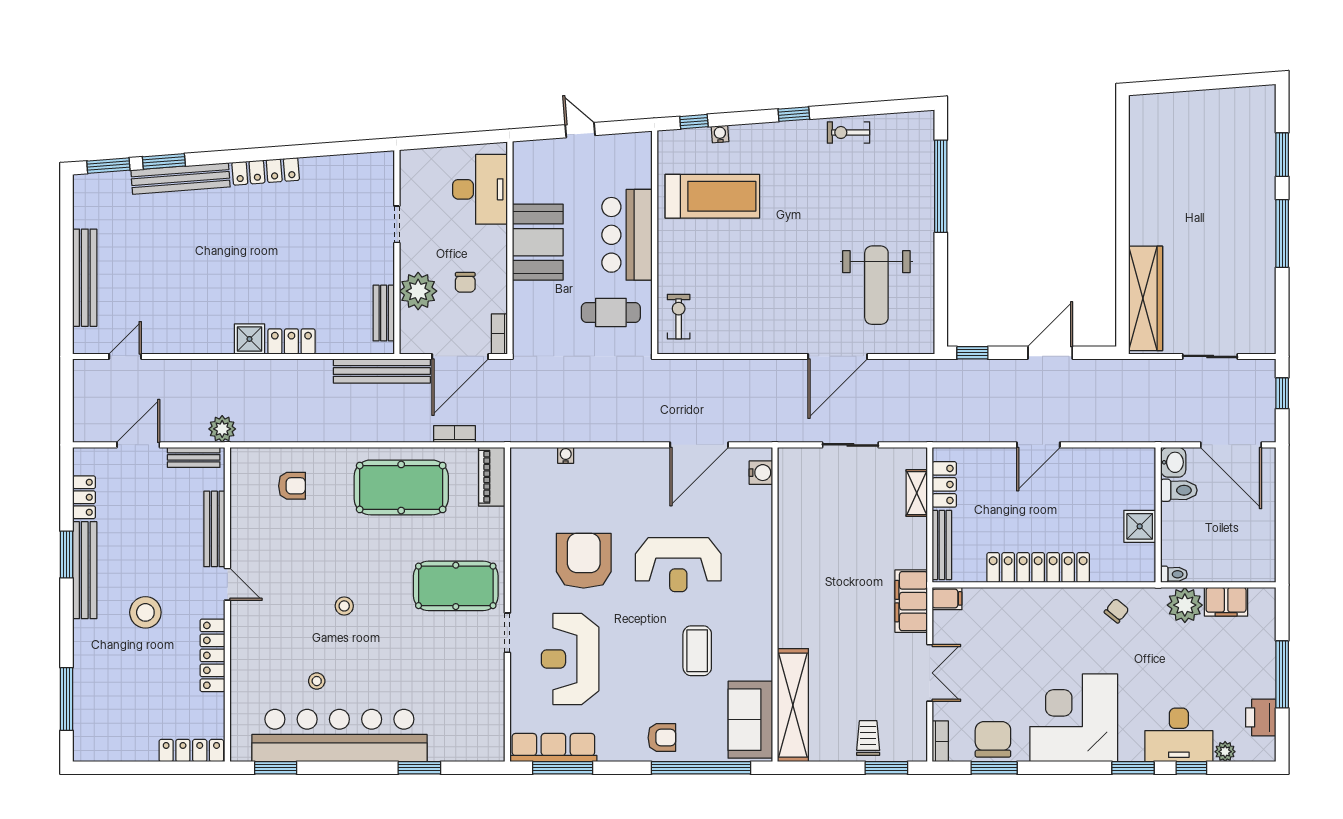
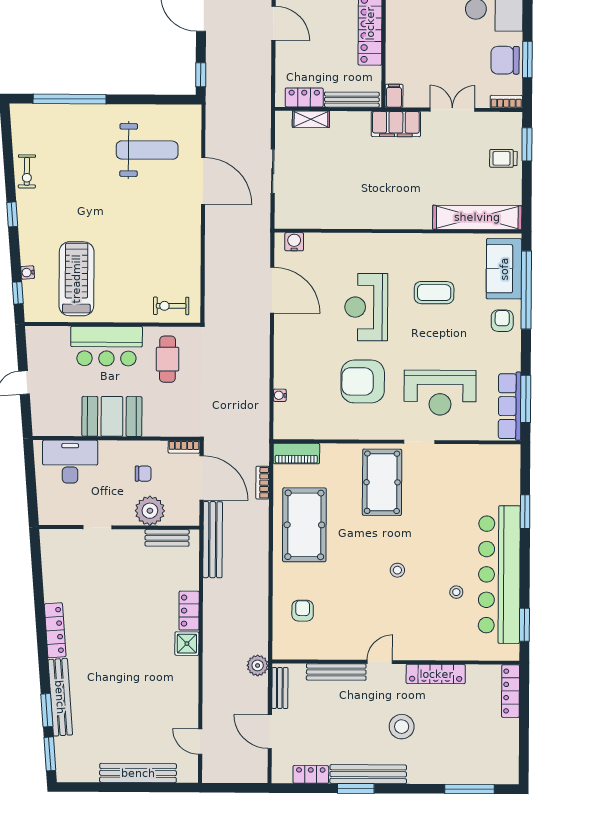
reception desk: (678, 565) -> (366, 307), turned 180
sofa: (750, 720) -> (504, 269), moved, turned 90

